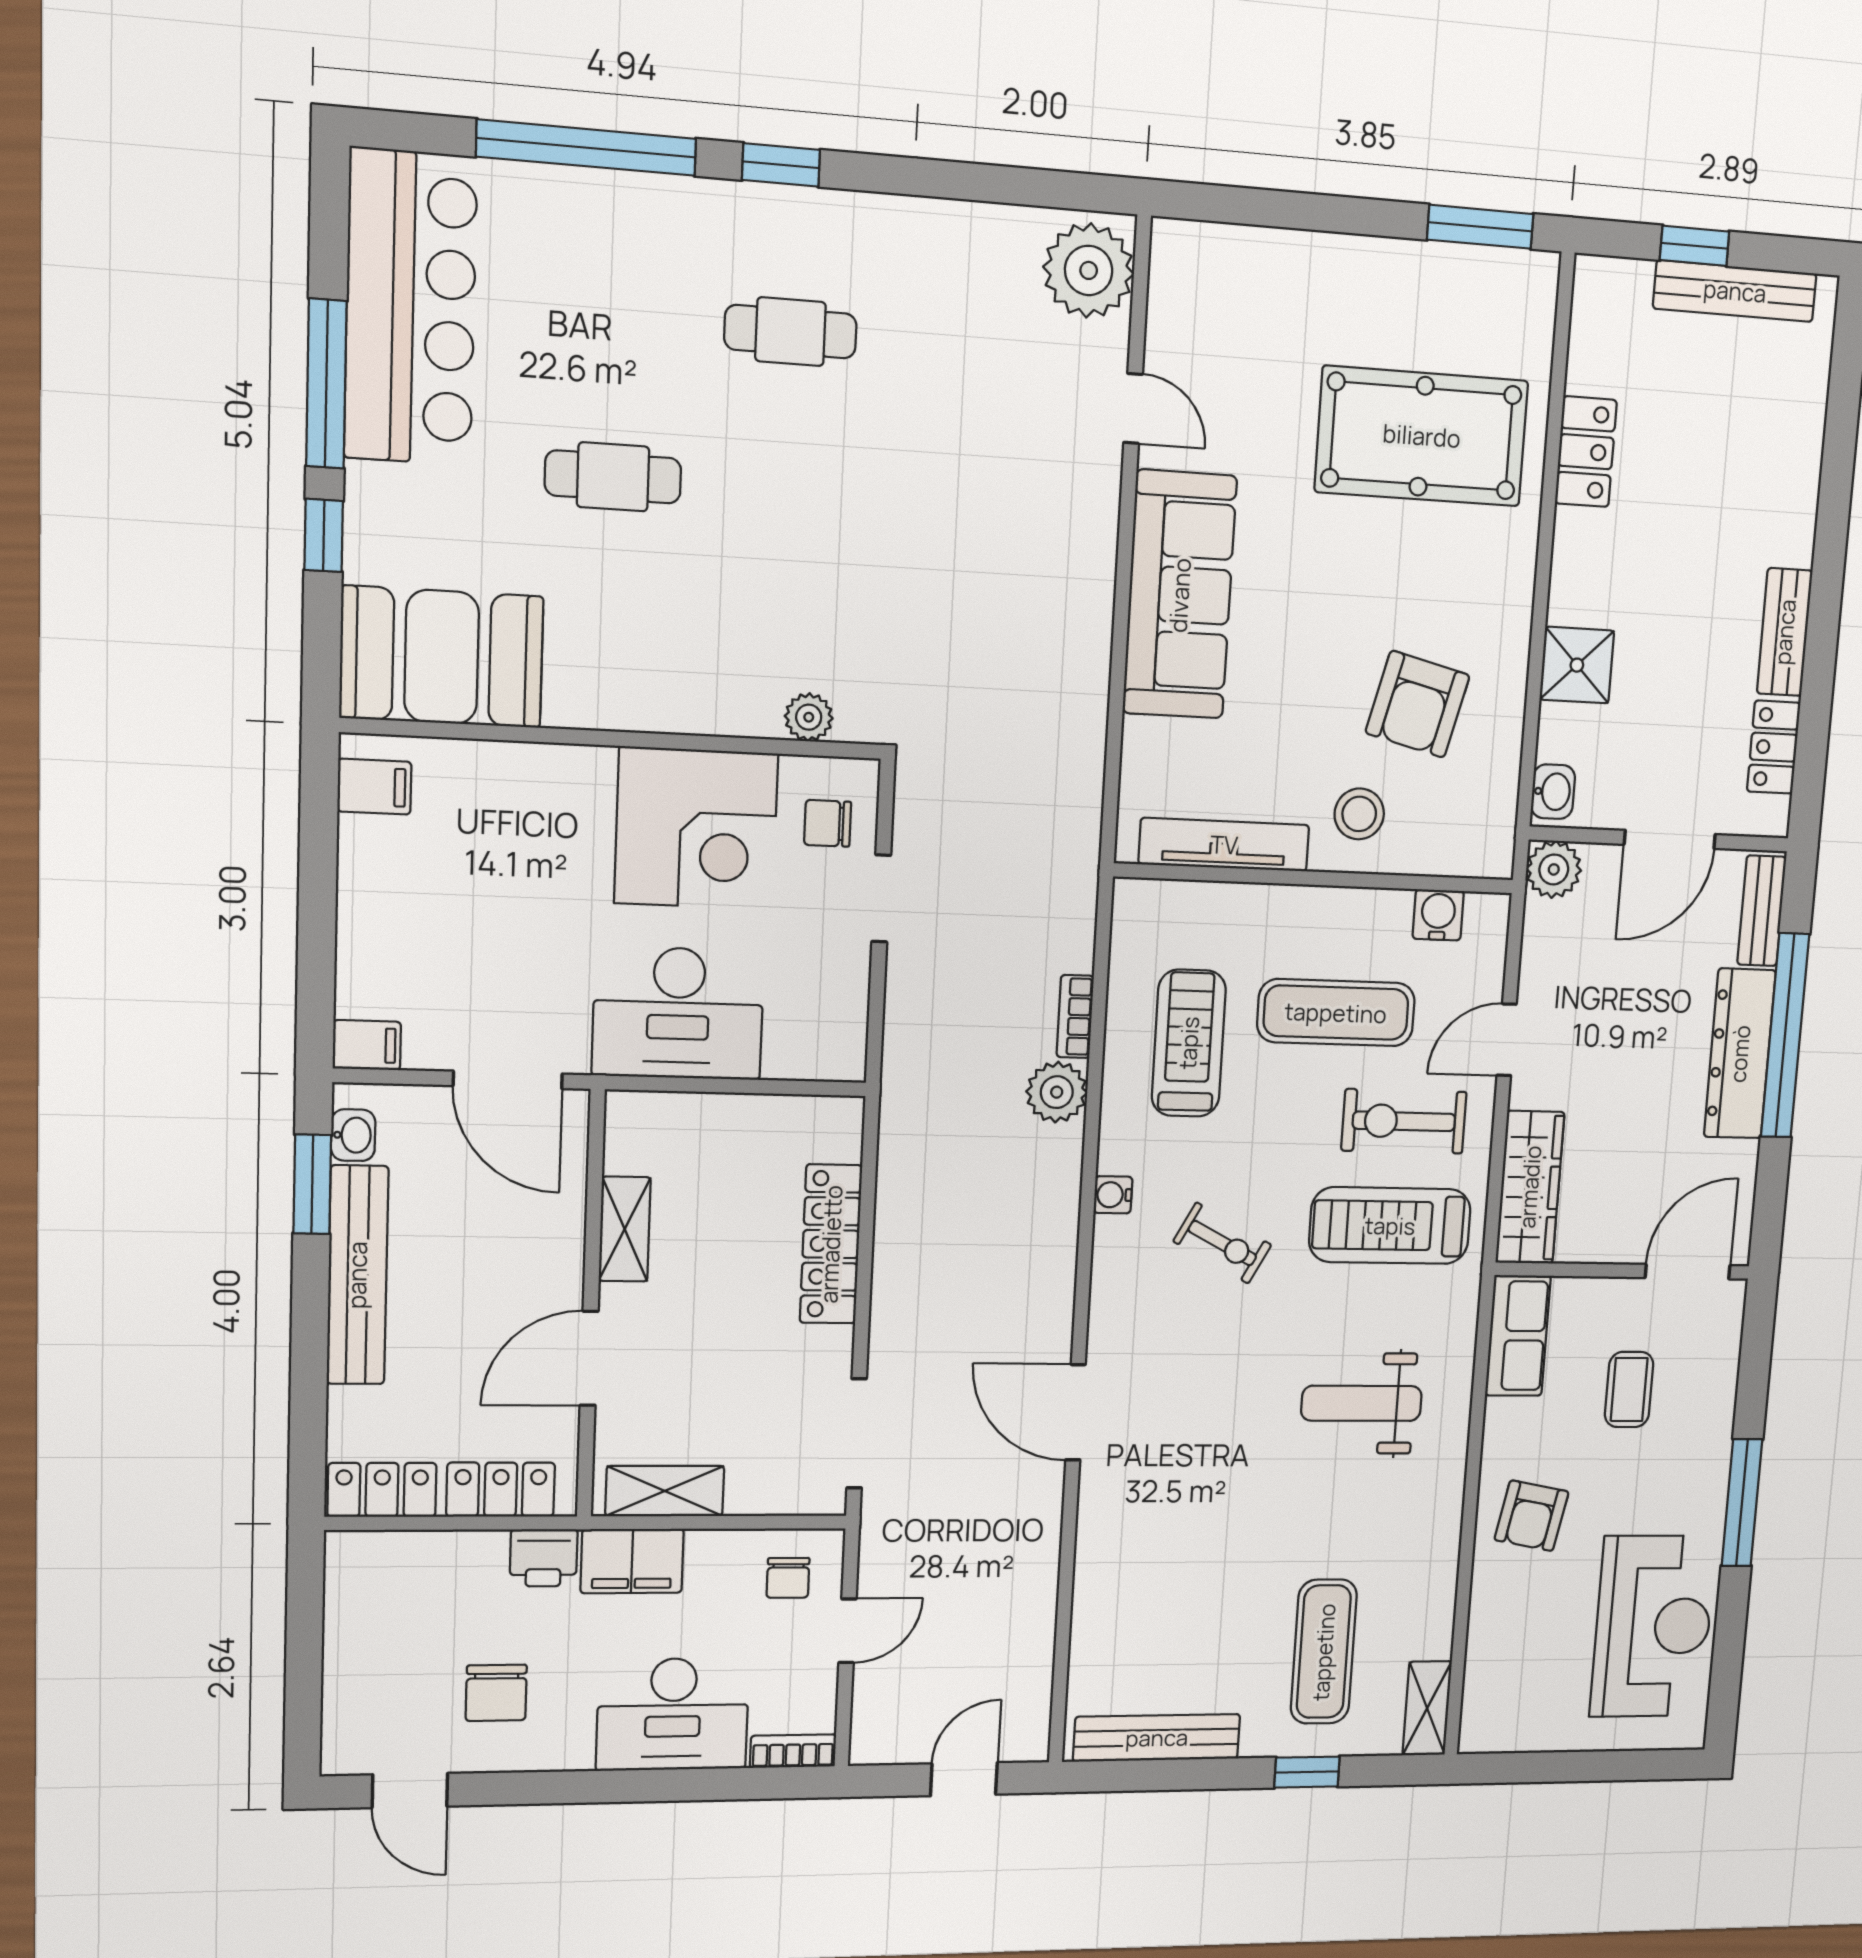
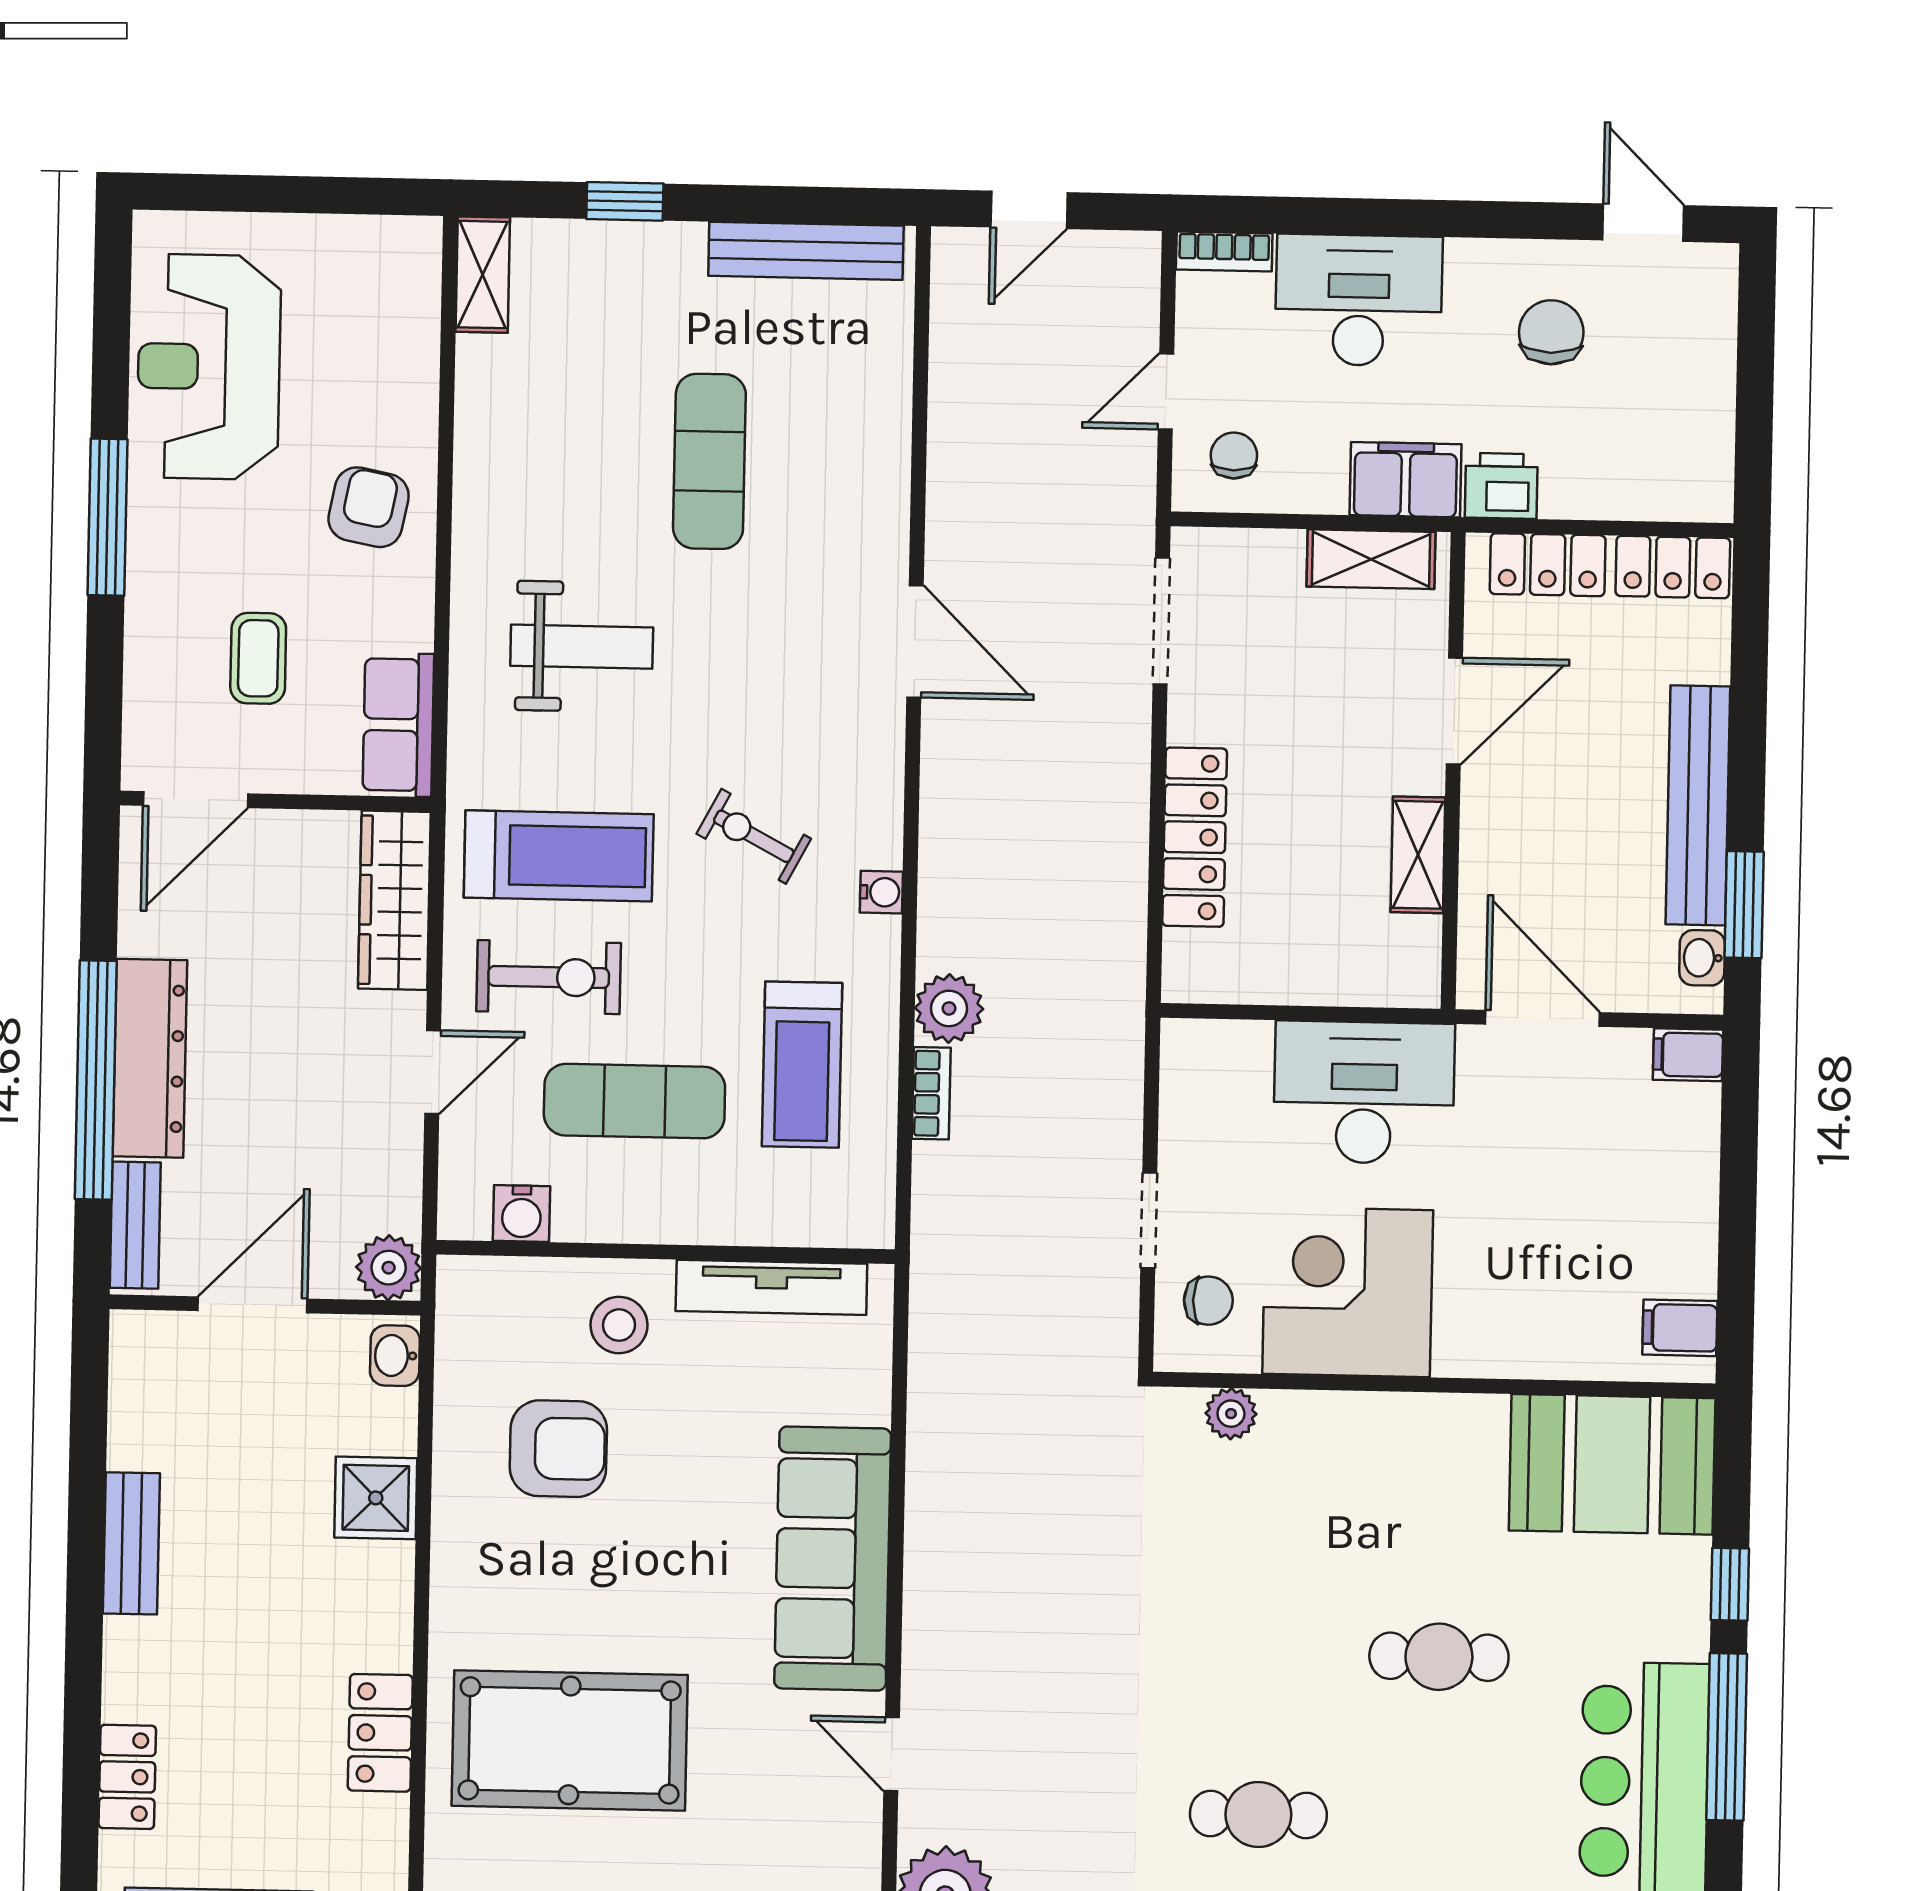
armchair: (1418, 704) -> (558, 1449), turned 76
locker: (1774, 747) -> (127, 1777), moved
exercise mat: (1324, 1652) -> (709, 461), moved

